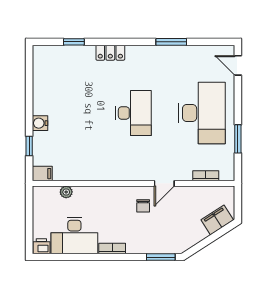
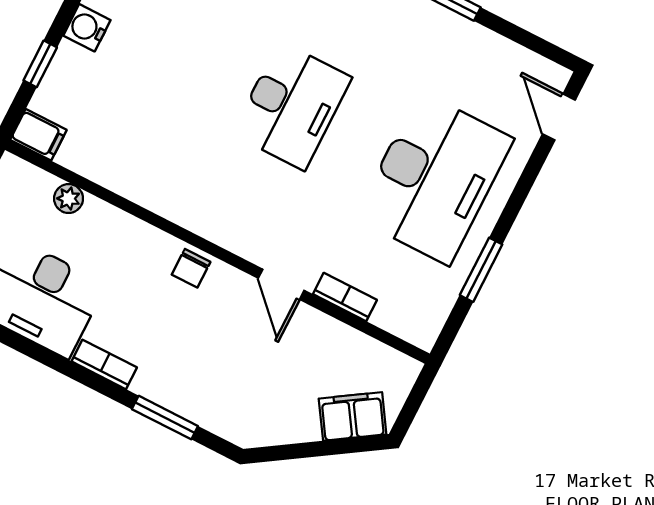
bookcase: (206, 176) -> (345, 297), moved
door: (164, 183) -> (281, 284), hinge flipped
chair: (143, 206) -> (191, 268), moved
window: (161, 257) -> (165, 418), moved

